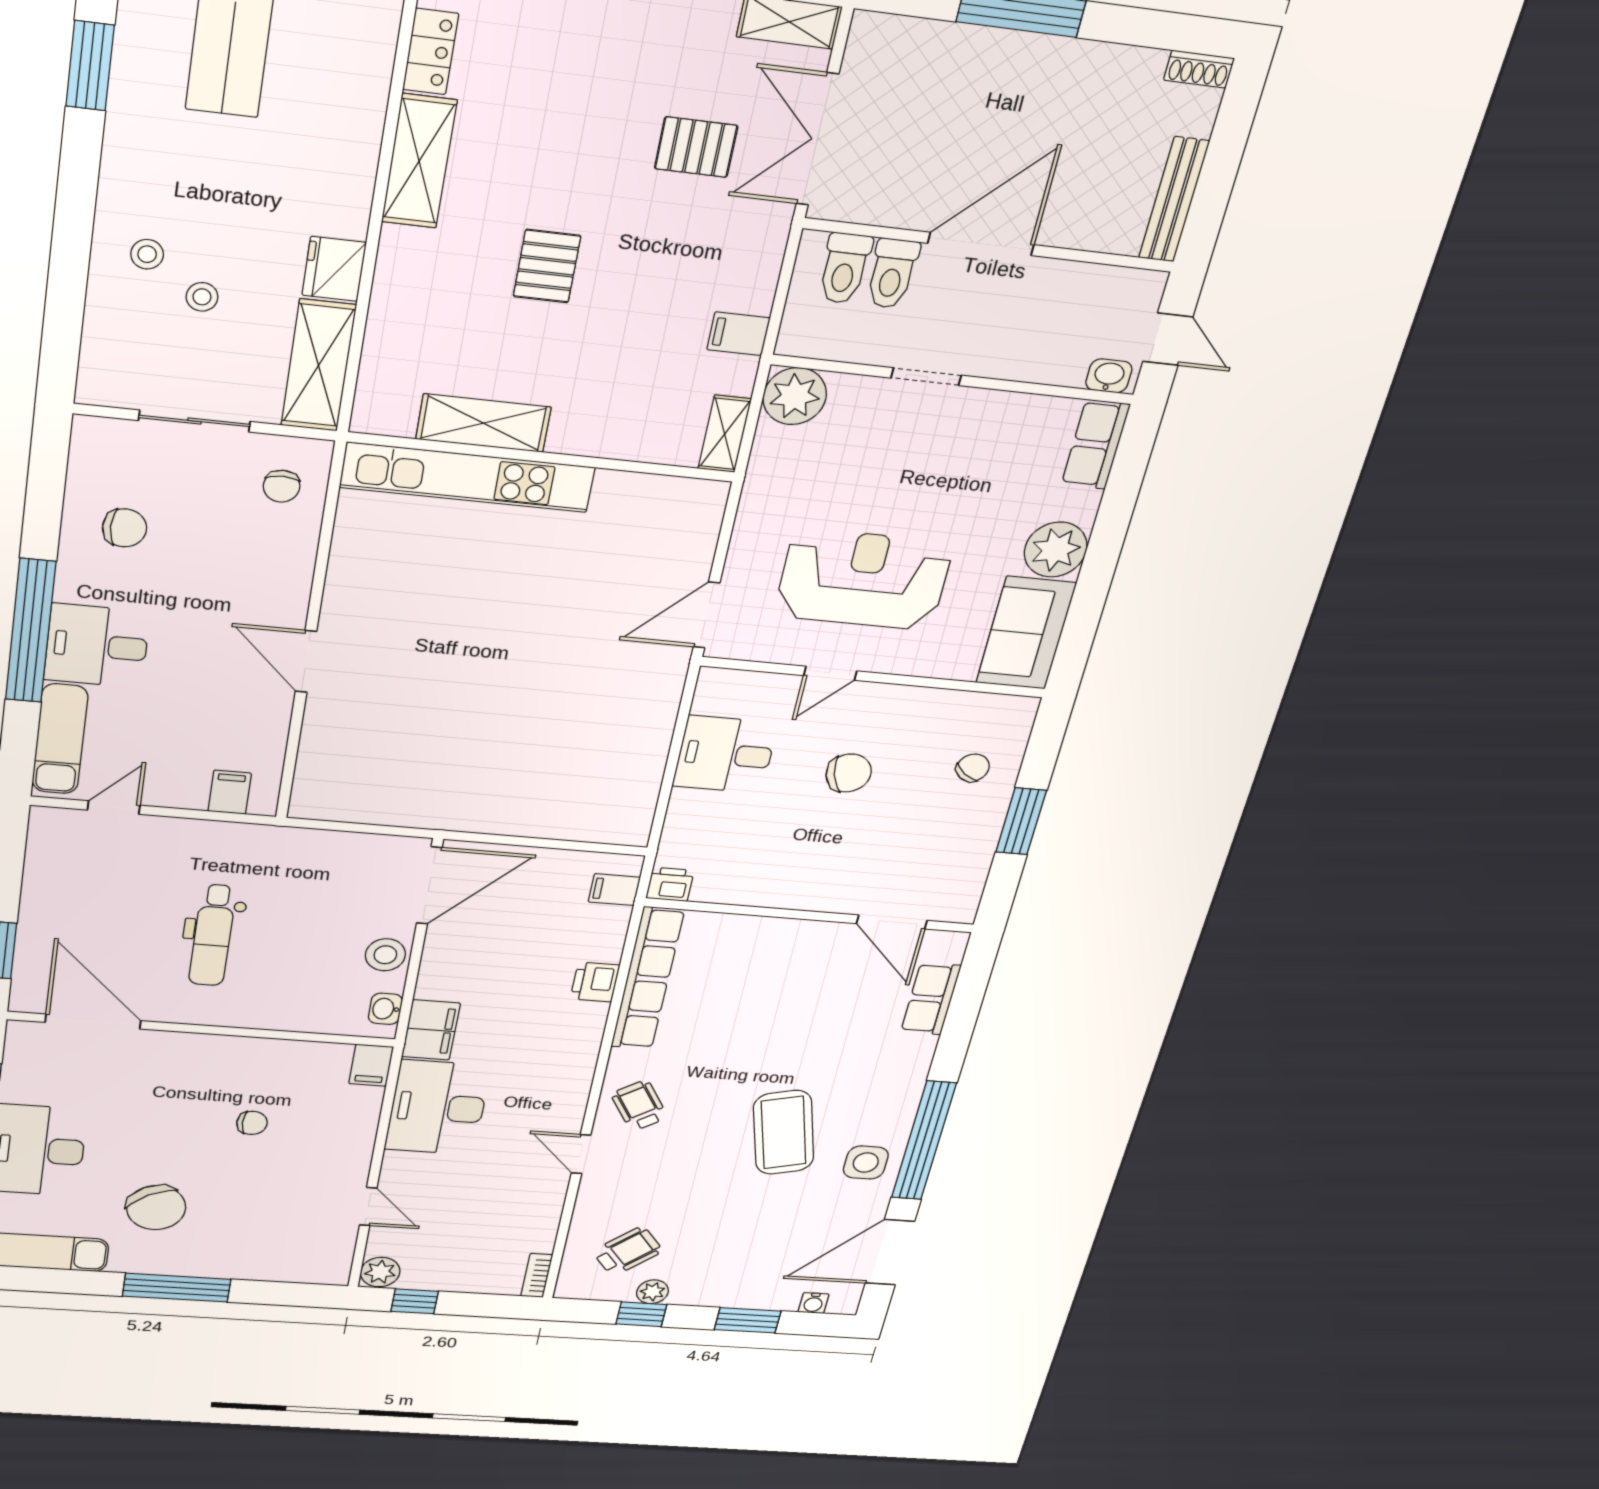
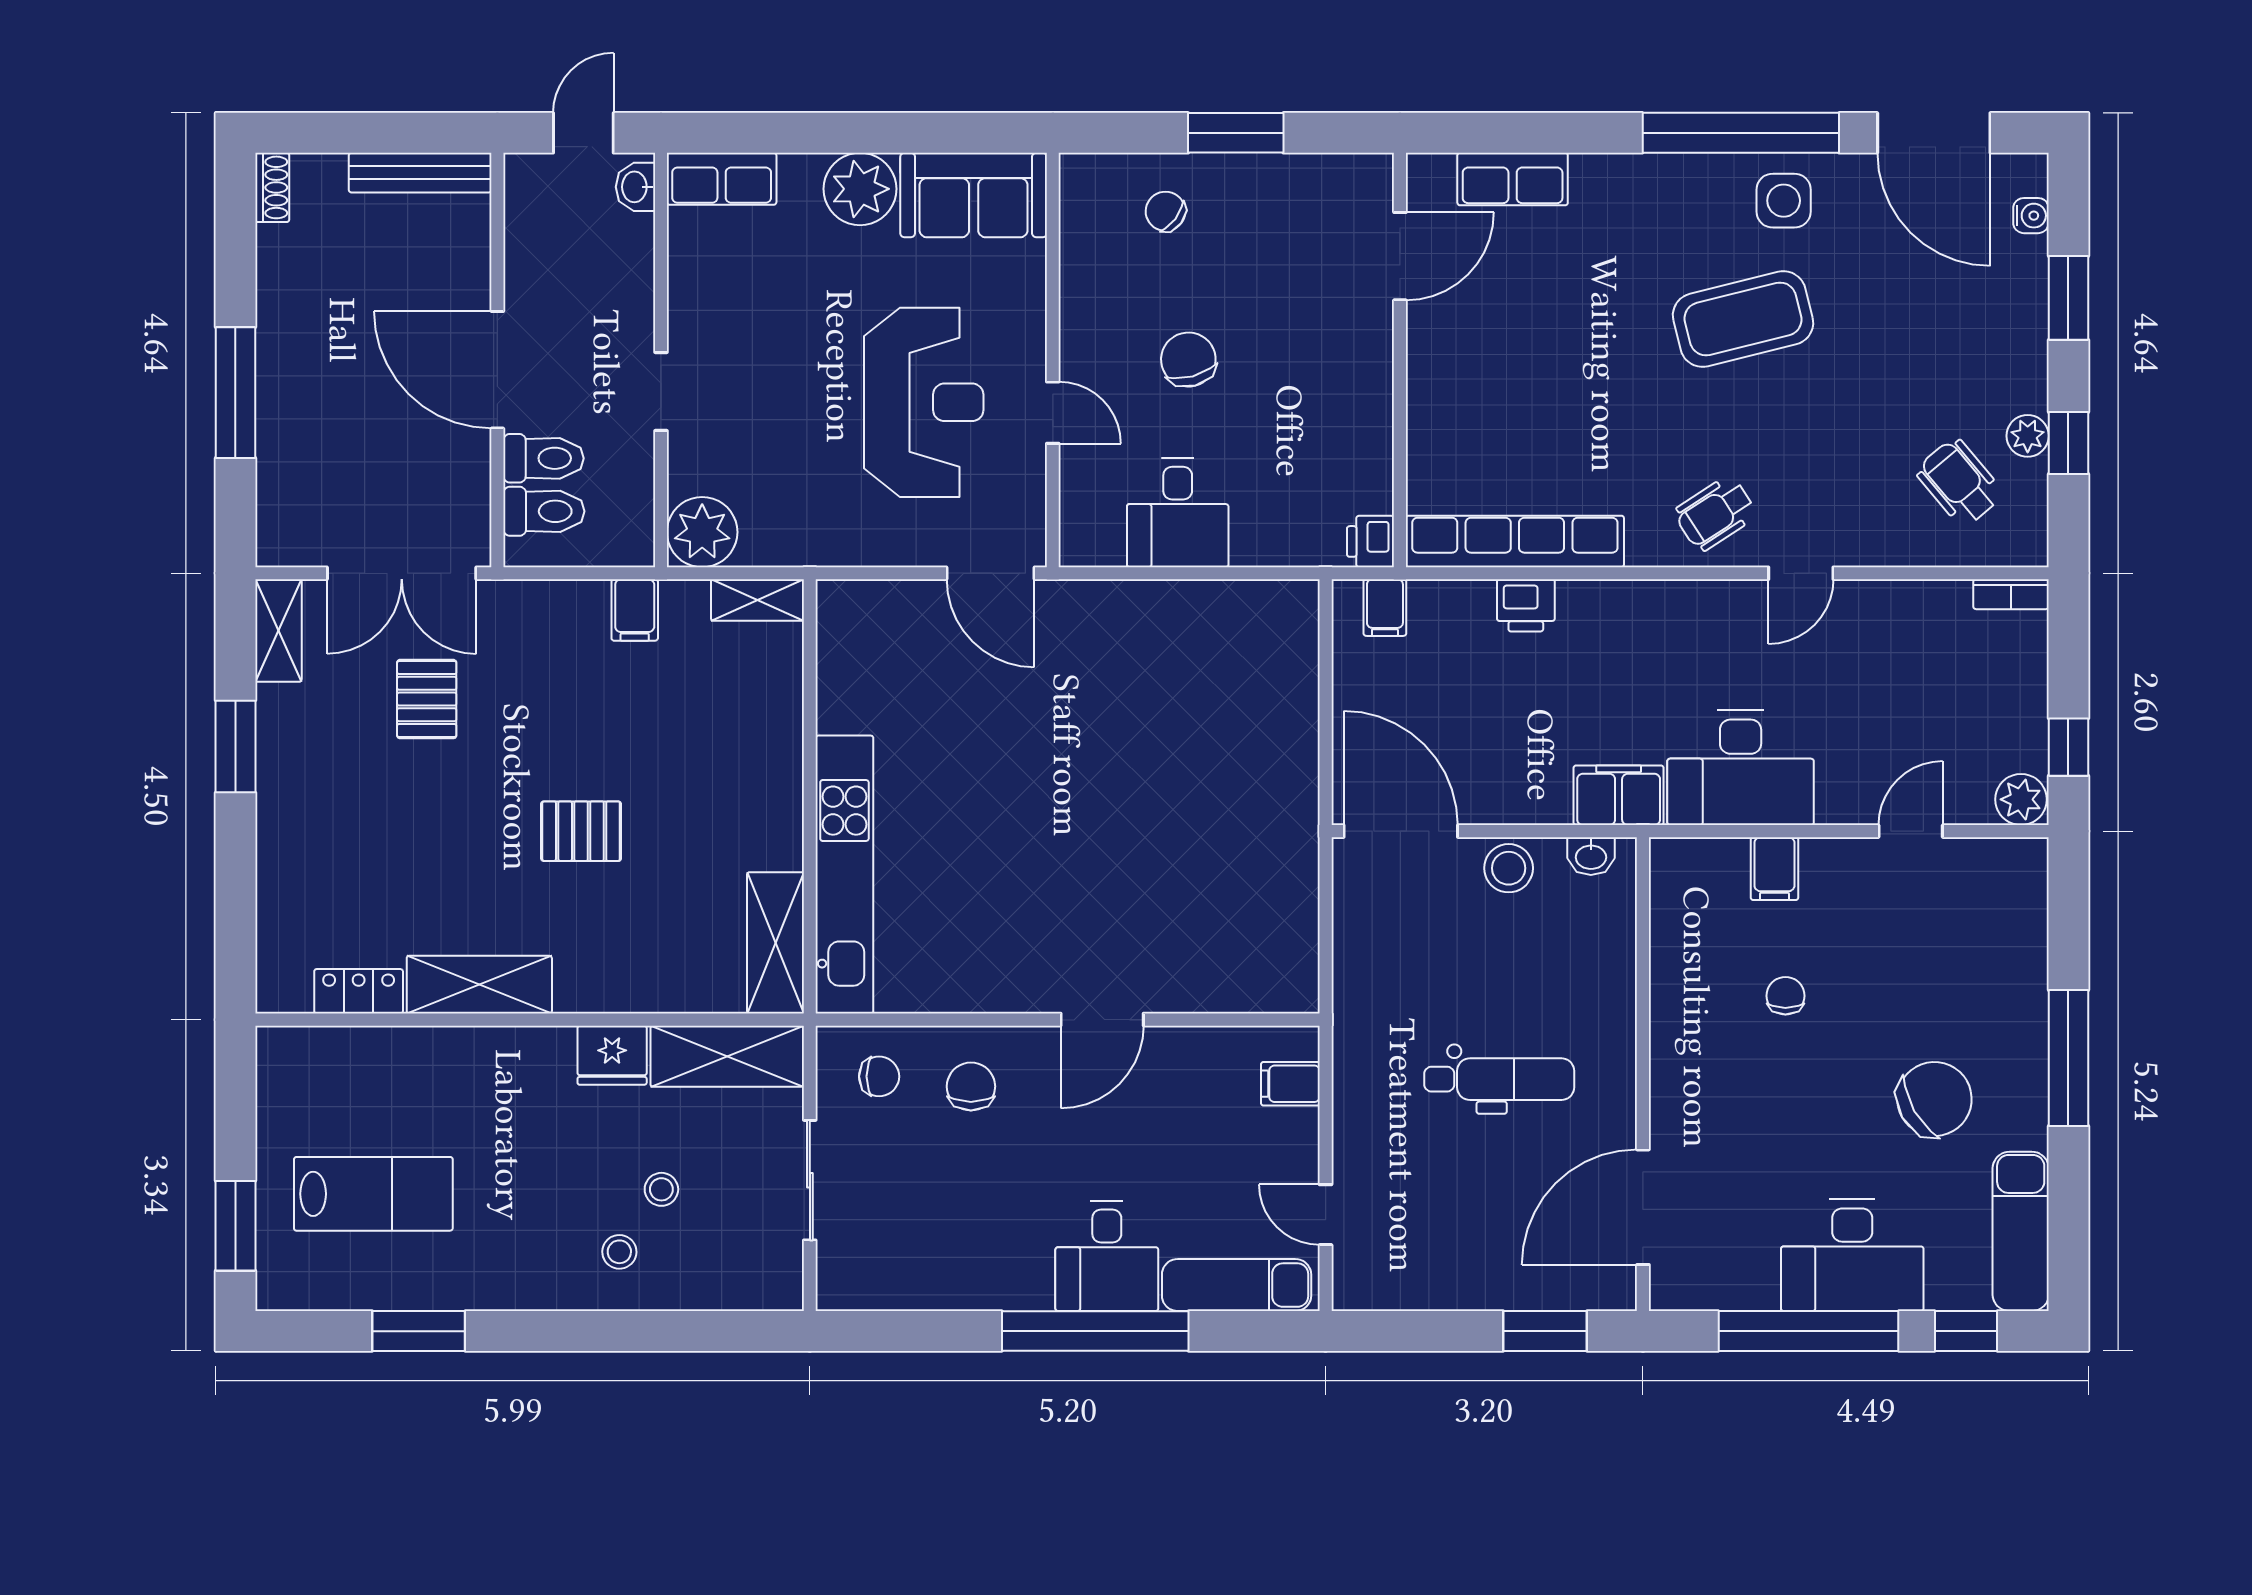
shelving: (483, 423) -> (776, 943), moved
chair: (125, 528) -> (971, 1086), moved
reception desk: (864, 579) -> (924, 402), turned 180
filing cabinet: (371, 1065) -> (1774, 869), moved, turned 90

